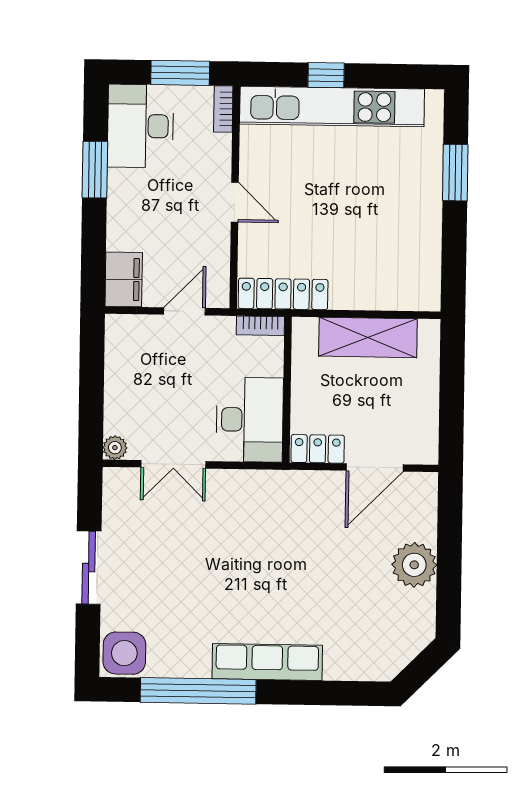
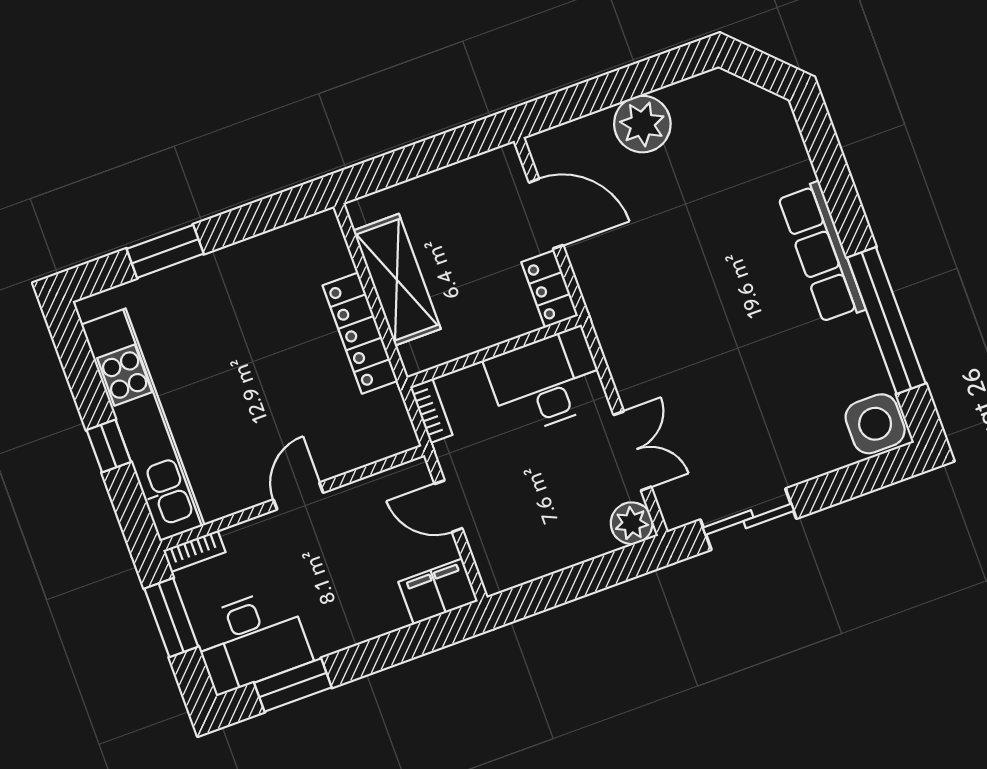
window: (95, 170) -> (293, 685), moved
locker: (283, 294) -> (360, 333), moved
plant: (115, 448) -> (632, 523), width x1.38, depth x1.38
sliding door: (89, 568) -> (748, 519), moved

